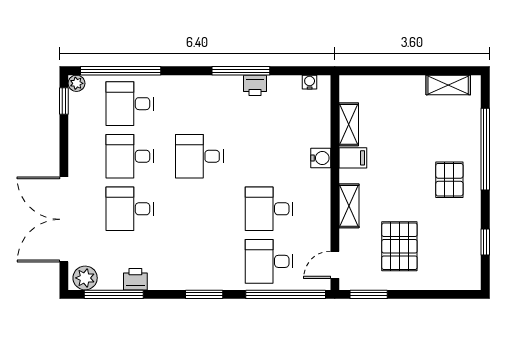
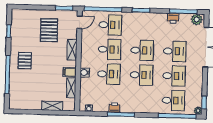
shelving: (448, 85) -> (52, 106), moved
desk: (269, 156) -> (109, 74), added
desk: (199, 209) -> (142, 50), added

